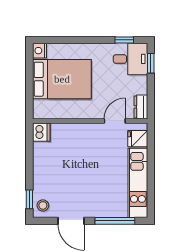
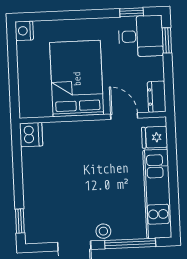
bed: (62, 79) -> (77, 79), moved, turned -90
door: (115, 121) -> (124, 116), hinge flipped
stool: (43, 205) -> (103, 231), moved

